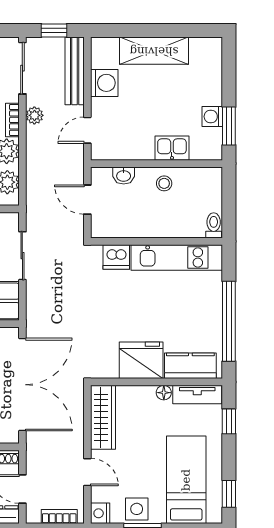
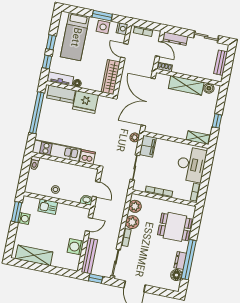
shelving: (154, 51) -> (34, 255), moved
plant: (34, 115) -> (135, 137), moved
washbasin: (124, 175) -> (87, 200), moved
window: (229, 494) -> (51, 42), moved

